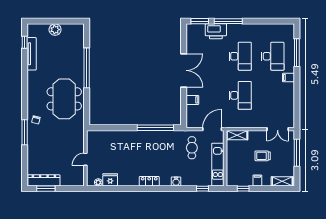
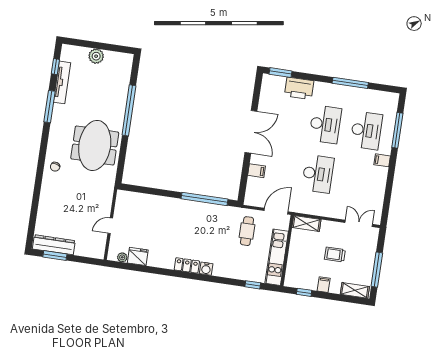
window: (228, 21) -> (350, 83), moved
double door: (278, 129) -> (359, 223), swing flipped
window: (25, 132) -> (49, 107), moved
window: (297, 153) -> (377, 270), moved
water cooler: (176, 182) -> (206, 269), moved

